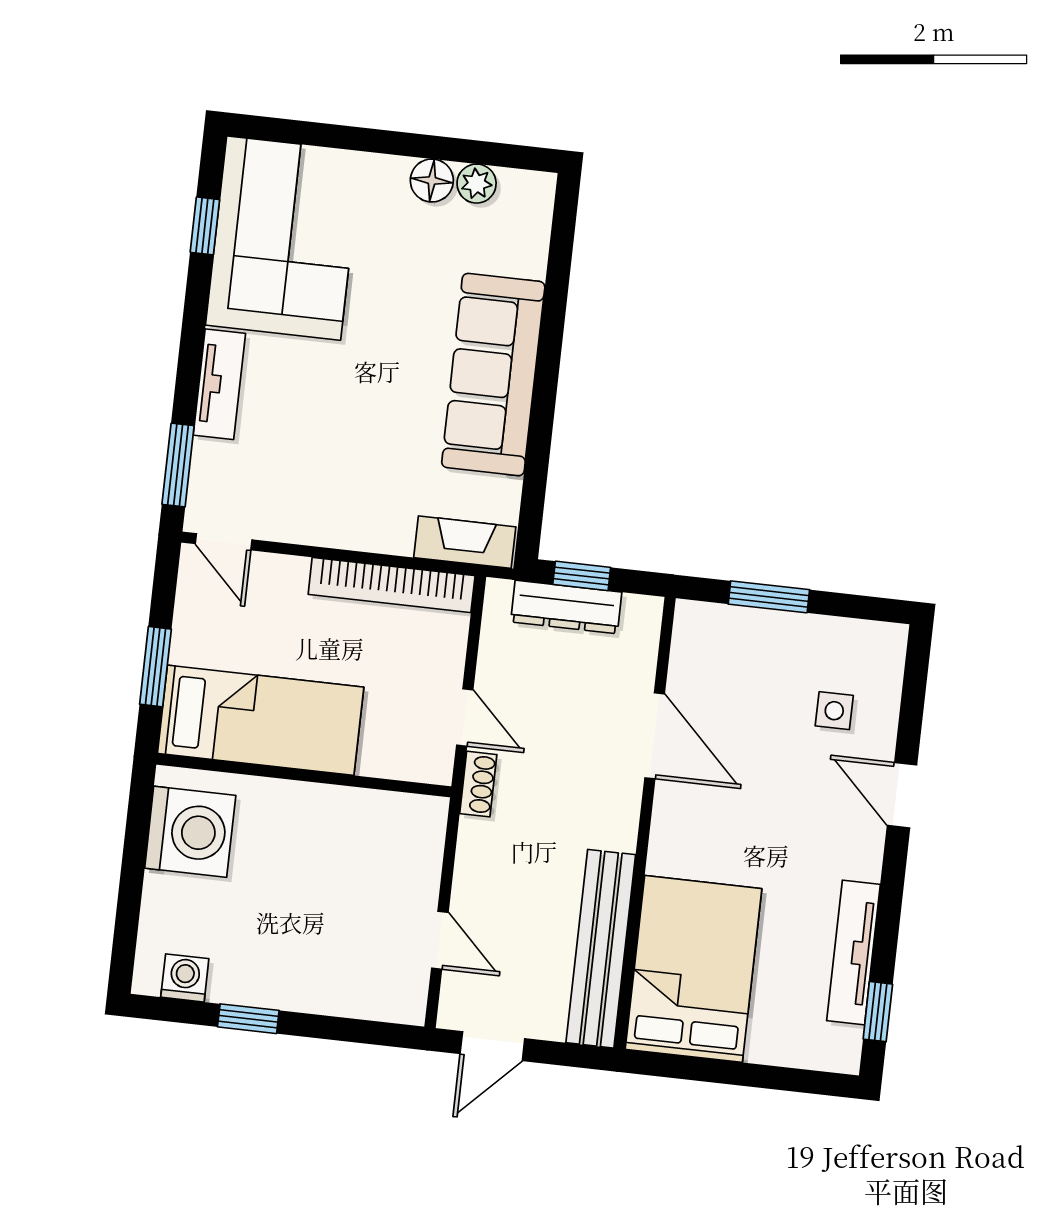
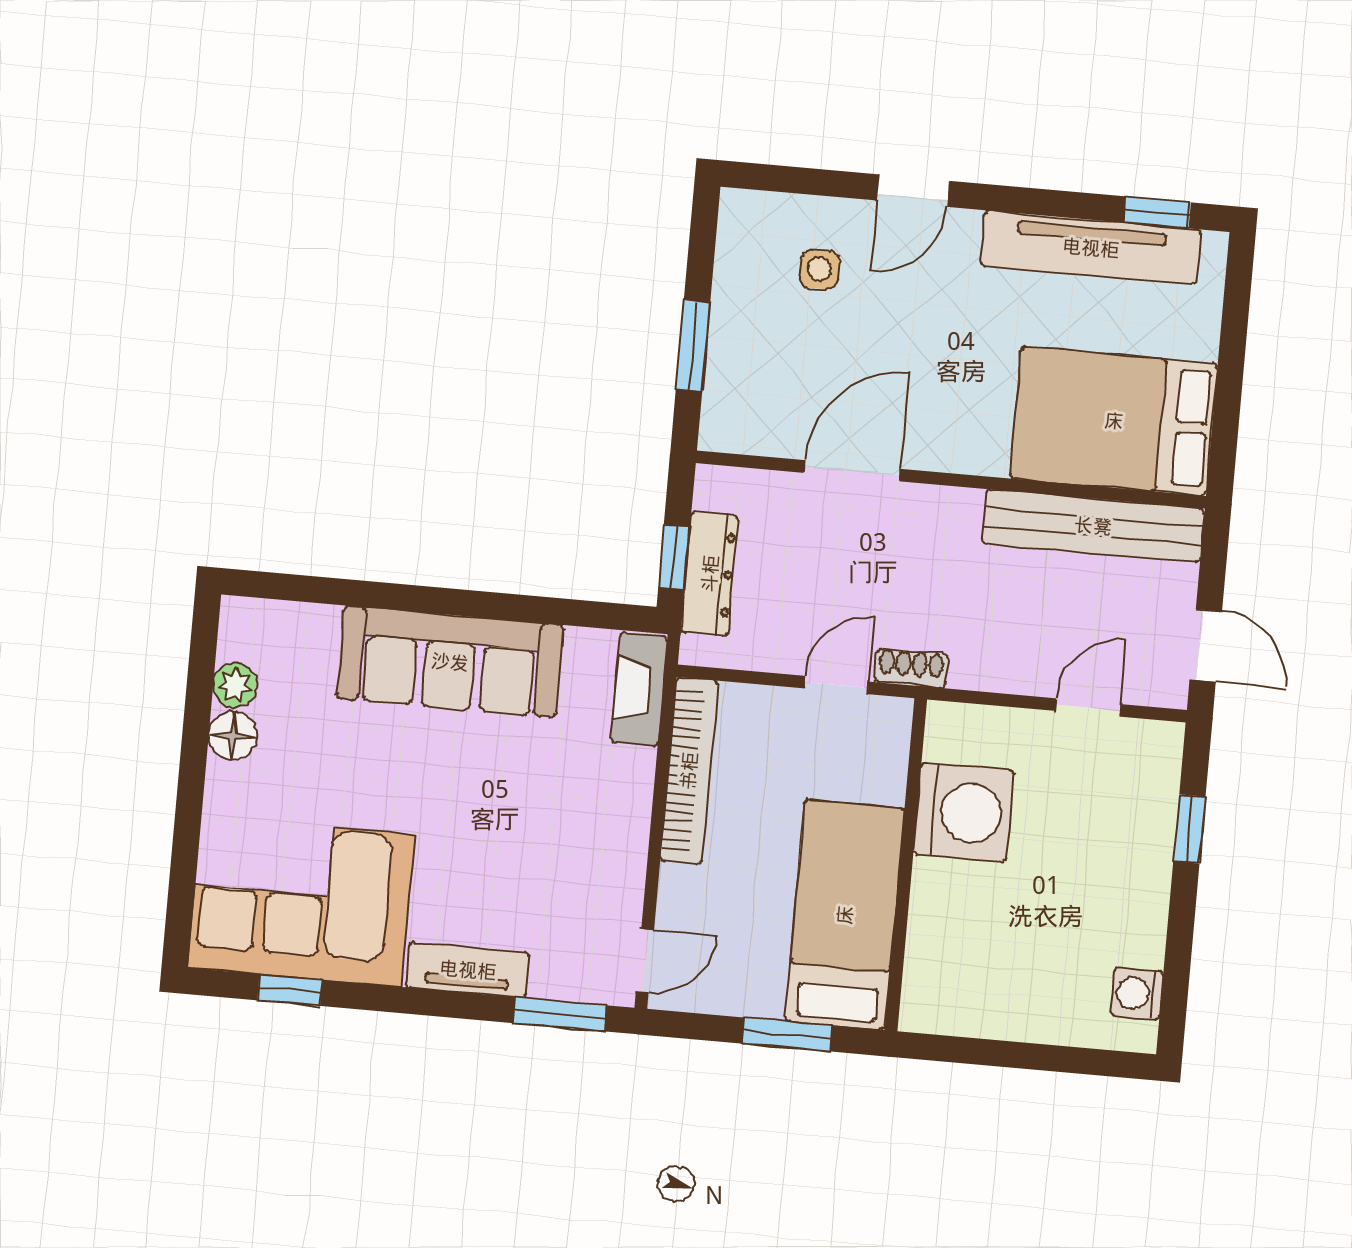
washing machine: (190, 832) -> (964, 812), moved, turned 90
tv unit: (853, 953) -> (1091, 248), width x1.36, depth x1.29
window: (248, 1019) -> (1189, 829), moved

